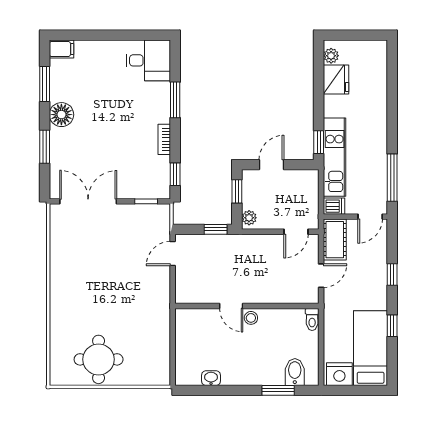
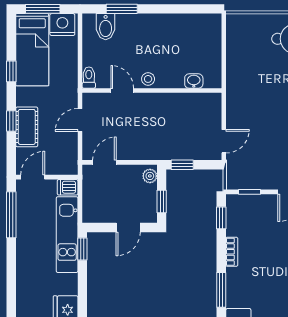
cot: (335, 240) -> (27, 127), moved
door: (231, 306) -> (122, 90), moved
washbasin: (211, 378) -> (194, 81), moved, turned 180
window: (360, 390) -> (43, 9), added

